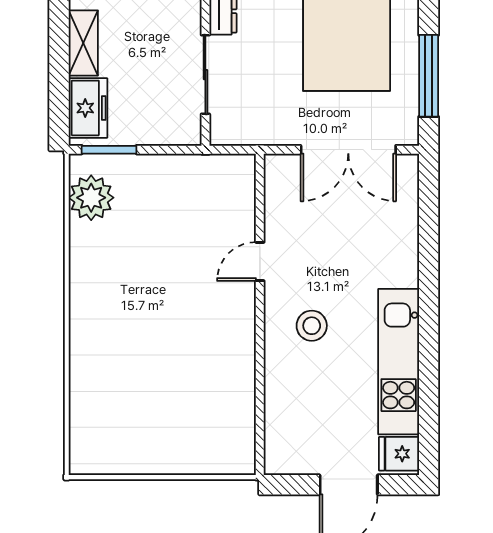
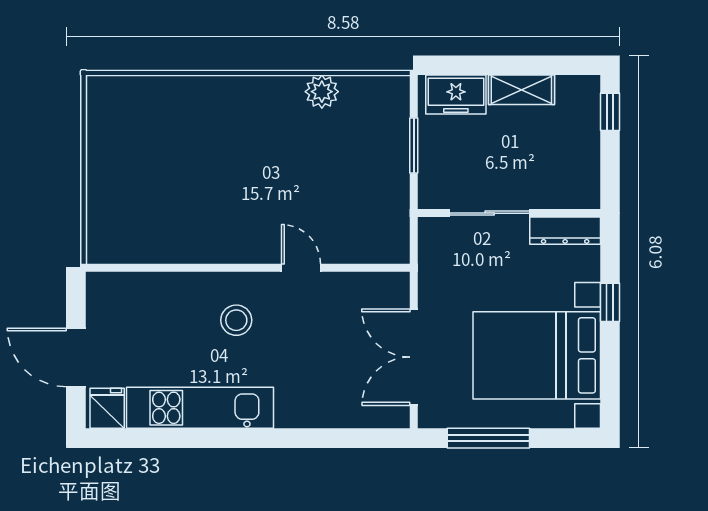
window: (109, 150) -> (414, 146), moved
plant: (91, 198) -> (322, 92), moved, width x0.73, depth x0.73

